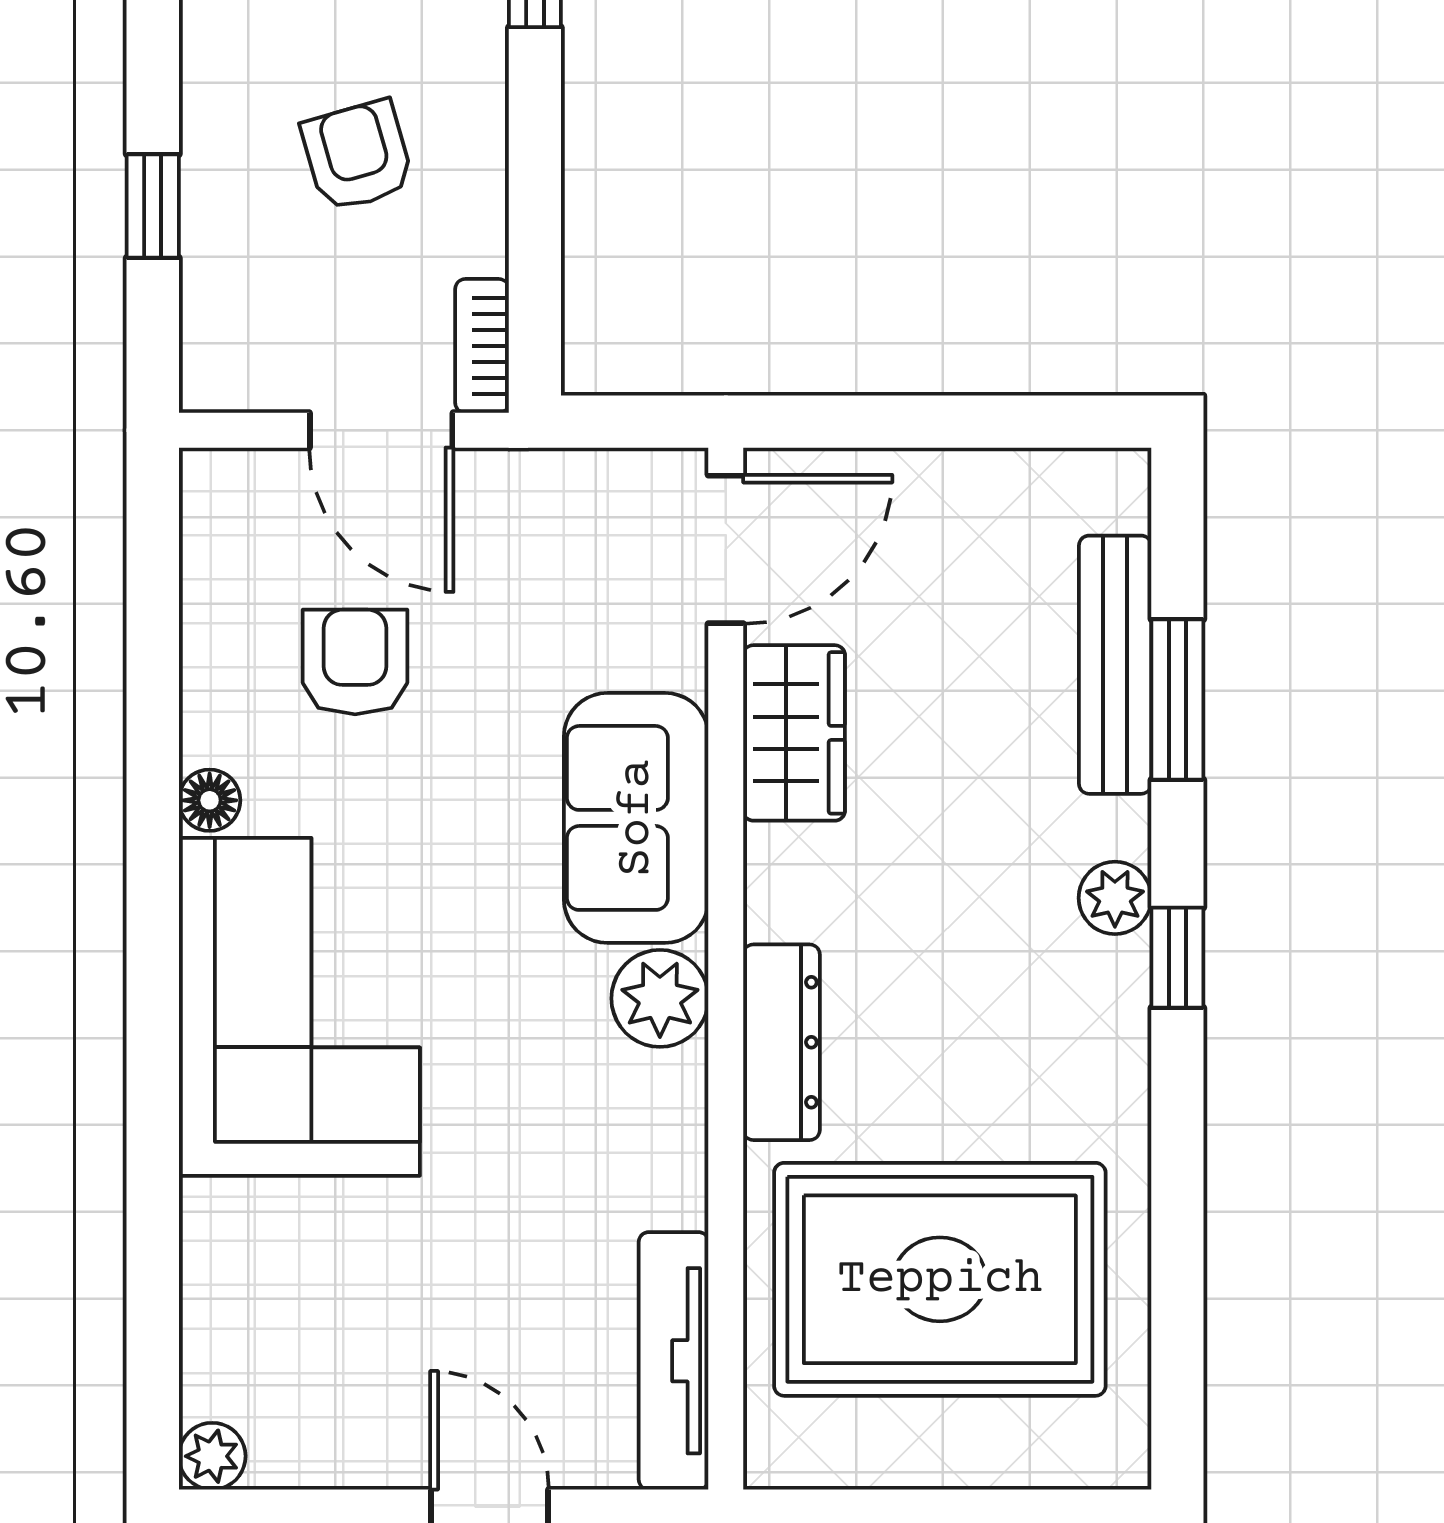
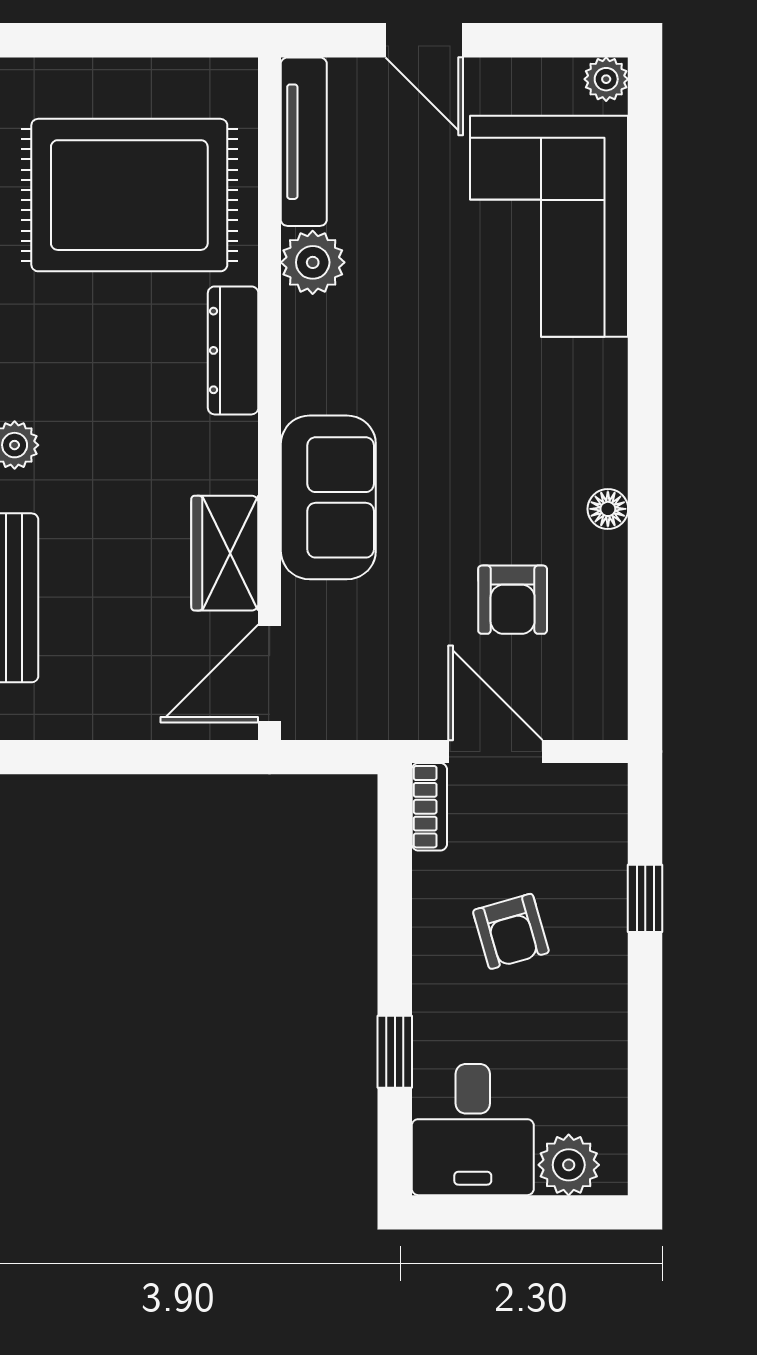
plant: (660, 998) -> (313, 262), moved
corner sofa: (299, 1007) -> (549, 226), moved

